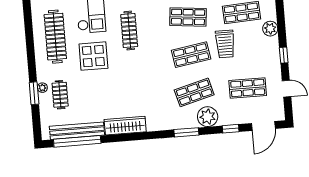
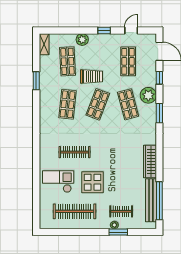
shop shelf: (191, 55) -> (98, 104), turned 30

